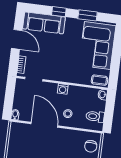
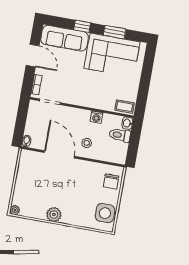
corner sofa: (97, 46) -> (112, 55), moved, turned -90
washing machine: (63, 89) -> (96, 117), moved
toilet: (95, 116) -> (120, 135), moved

